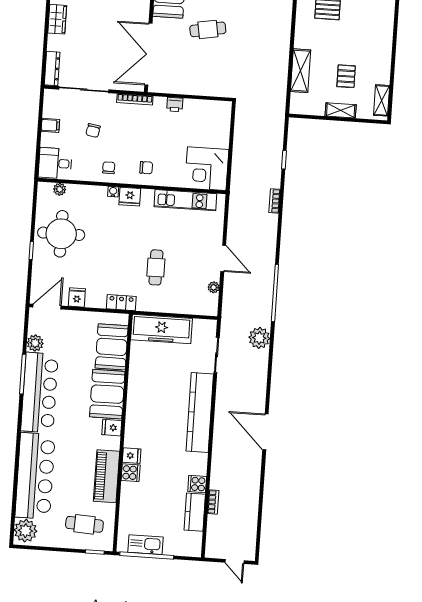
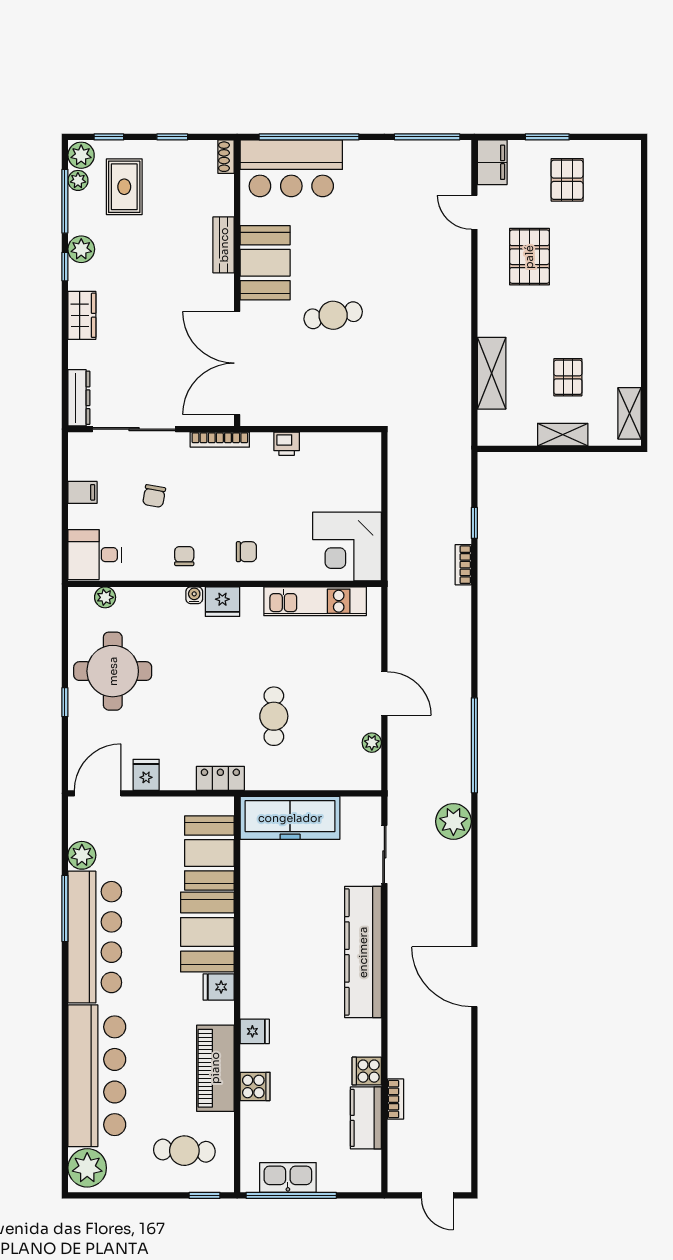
bookcase: (275, 201) -> (463, 565), moved
cooker: (131, 473) -> (255, 1086), moved

